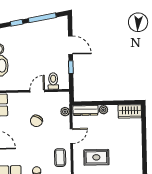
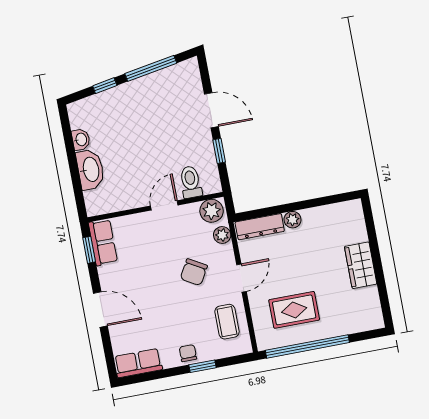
plant: (62, 98) -> (212, 211), added
wardrobe: (130, 111) -> (361, 265), moved, turned 90
chair: (36, 121) -> (194, 272), moved

